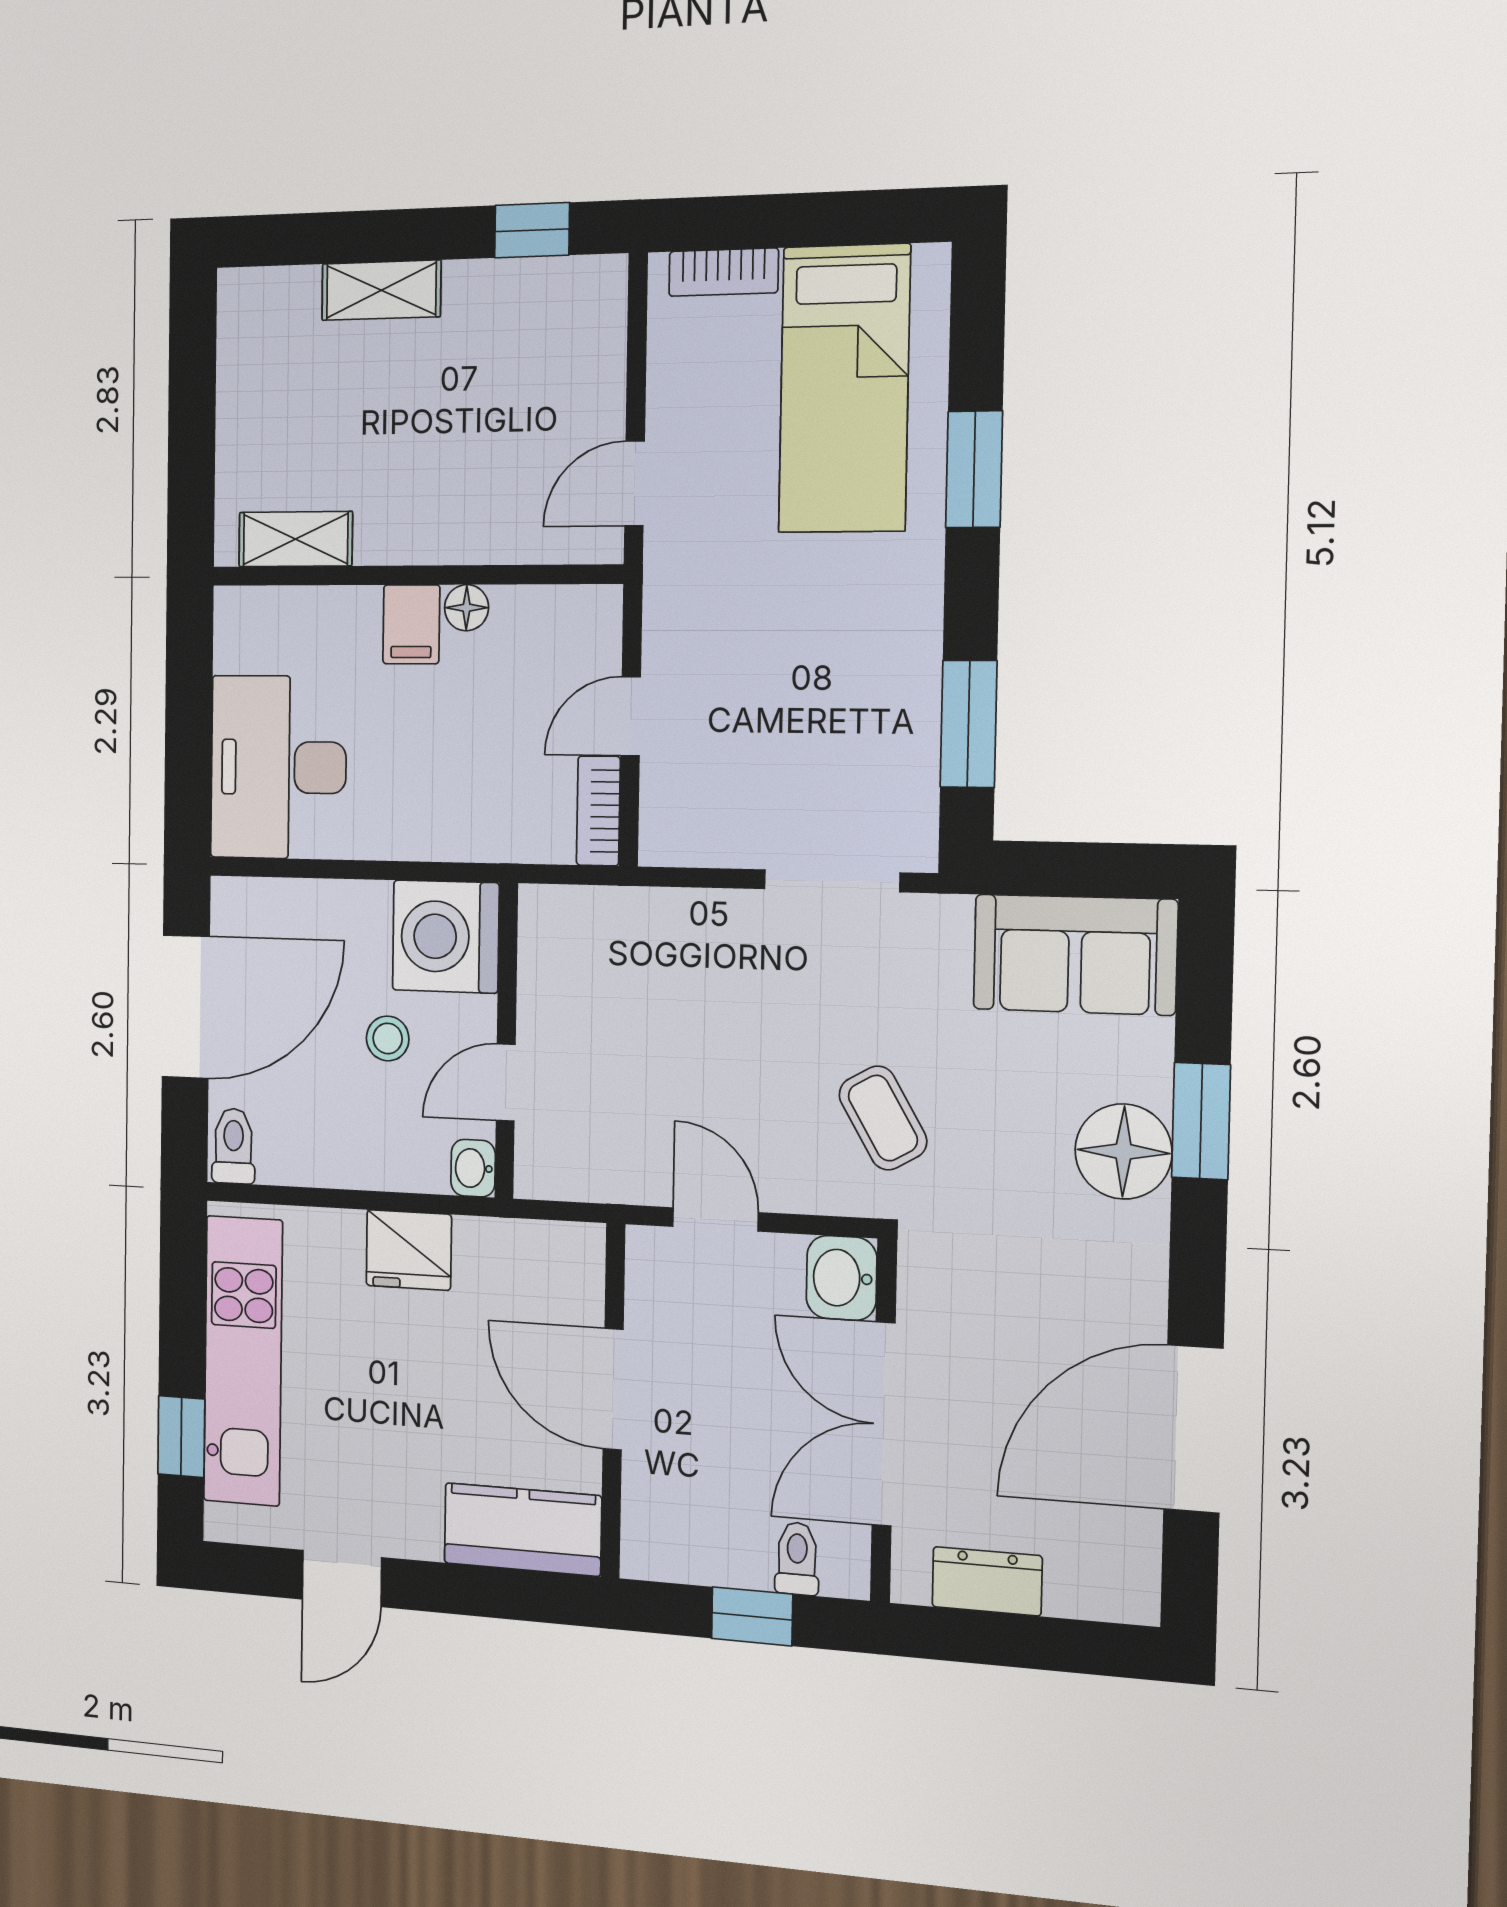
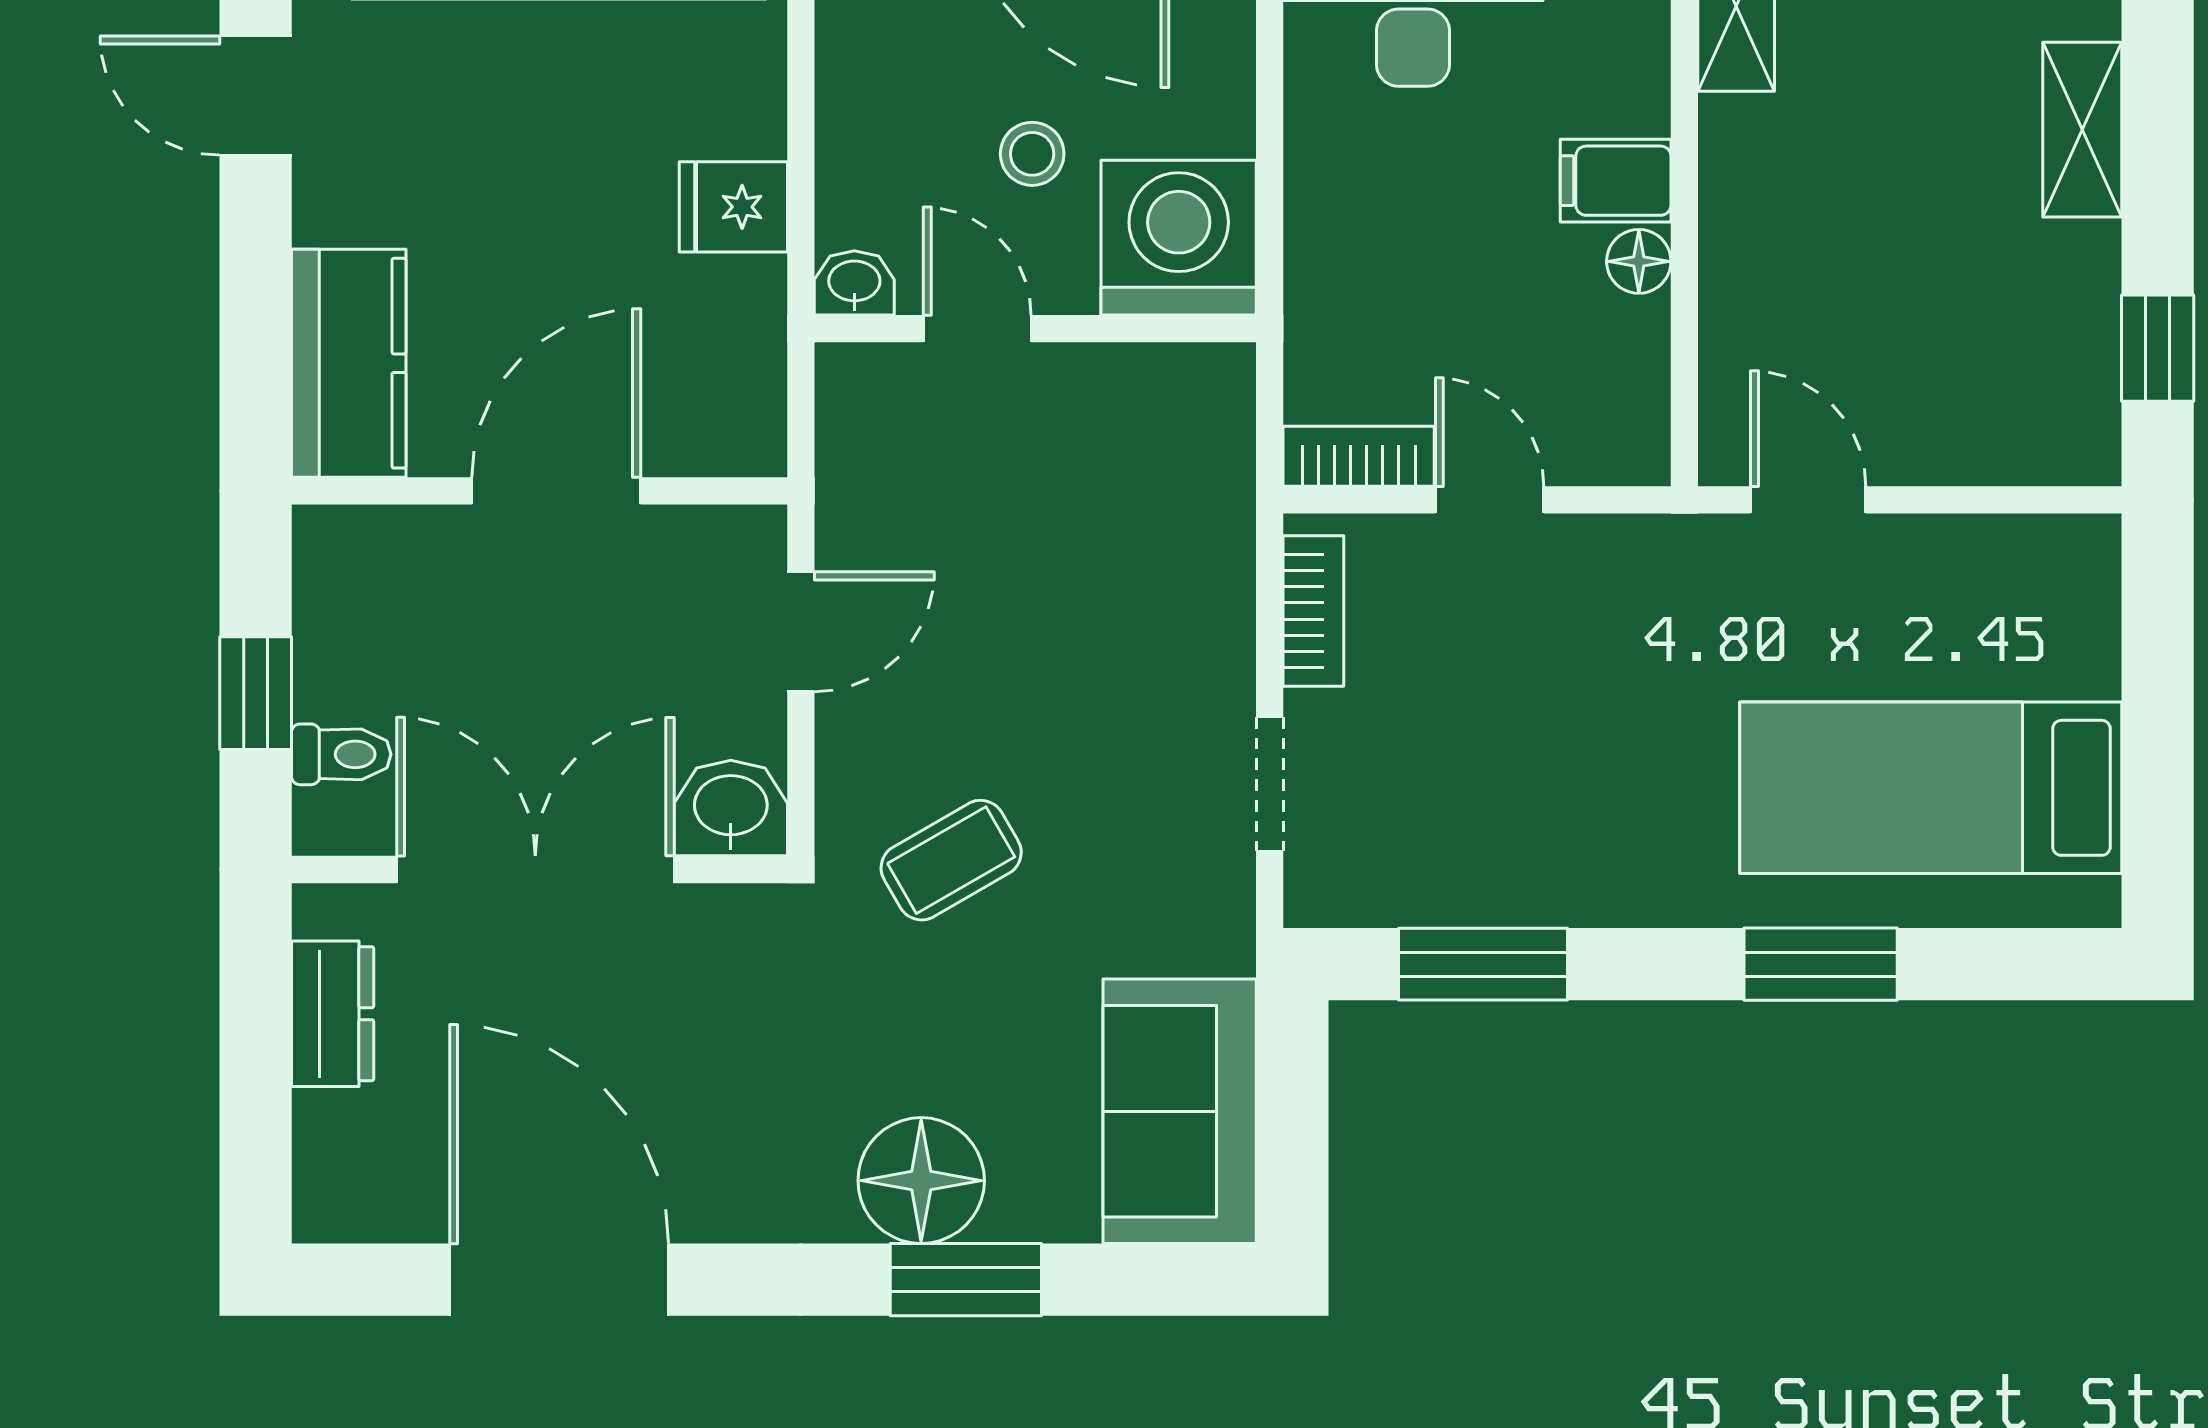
bookcase: (724, 272) -> (1313, 611), moved, turned 180
doorway: (832, 881) -> (1270, 784), width x0.73
fridge: (409, 1250) -> (733, 207), width x0.72

